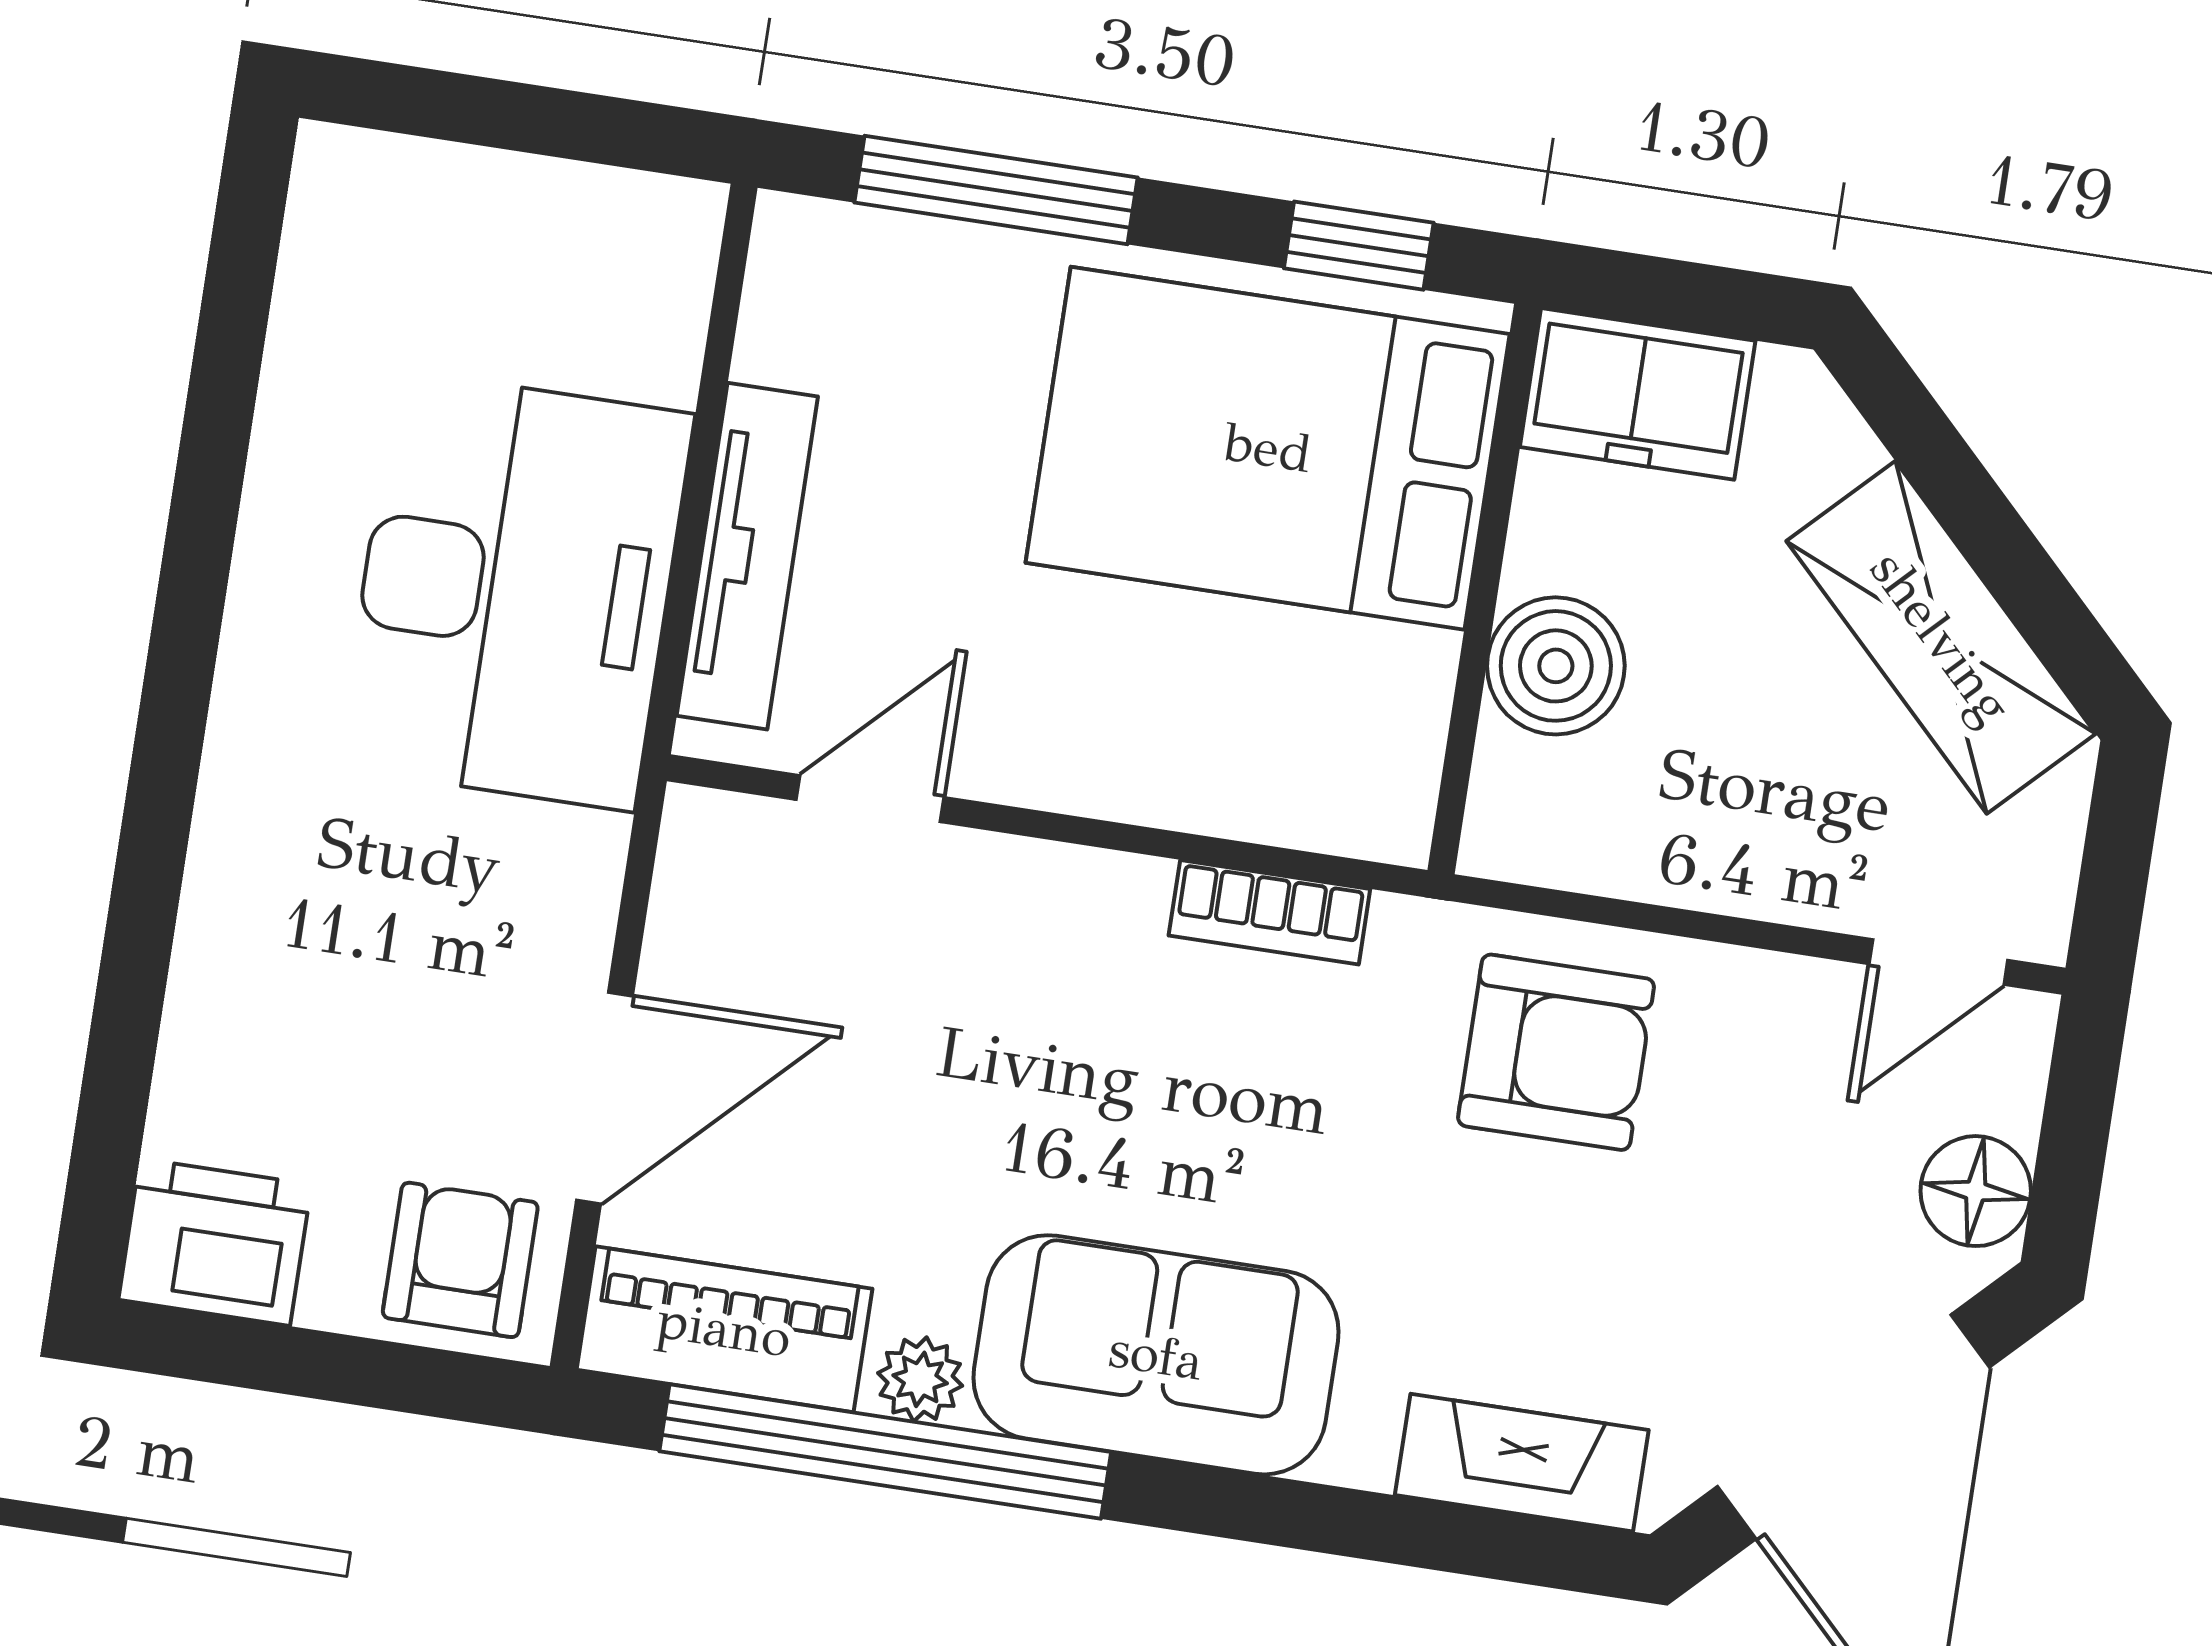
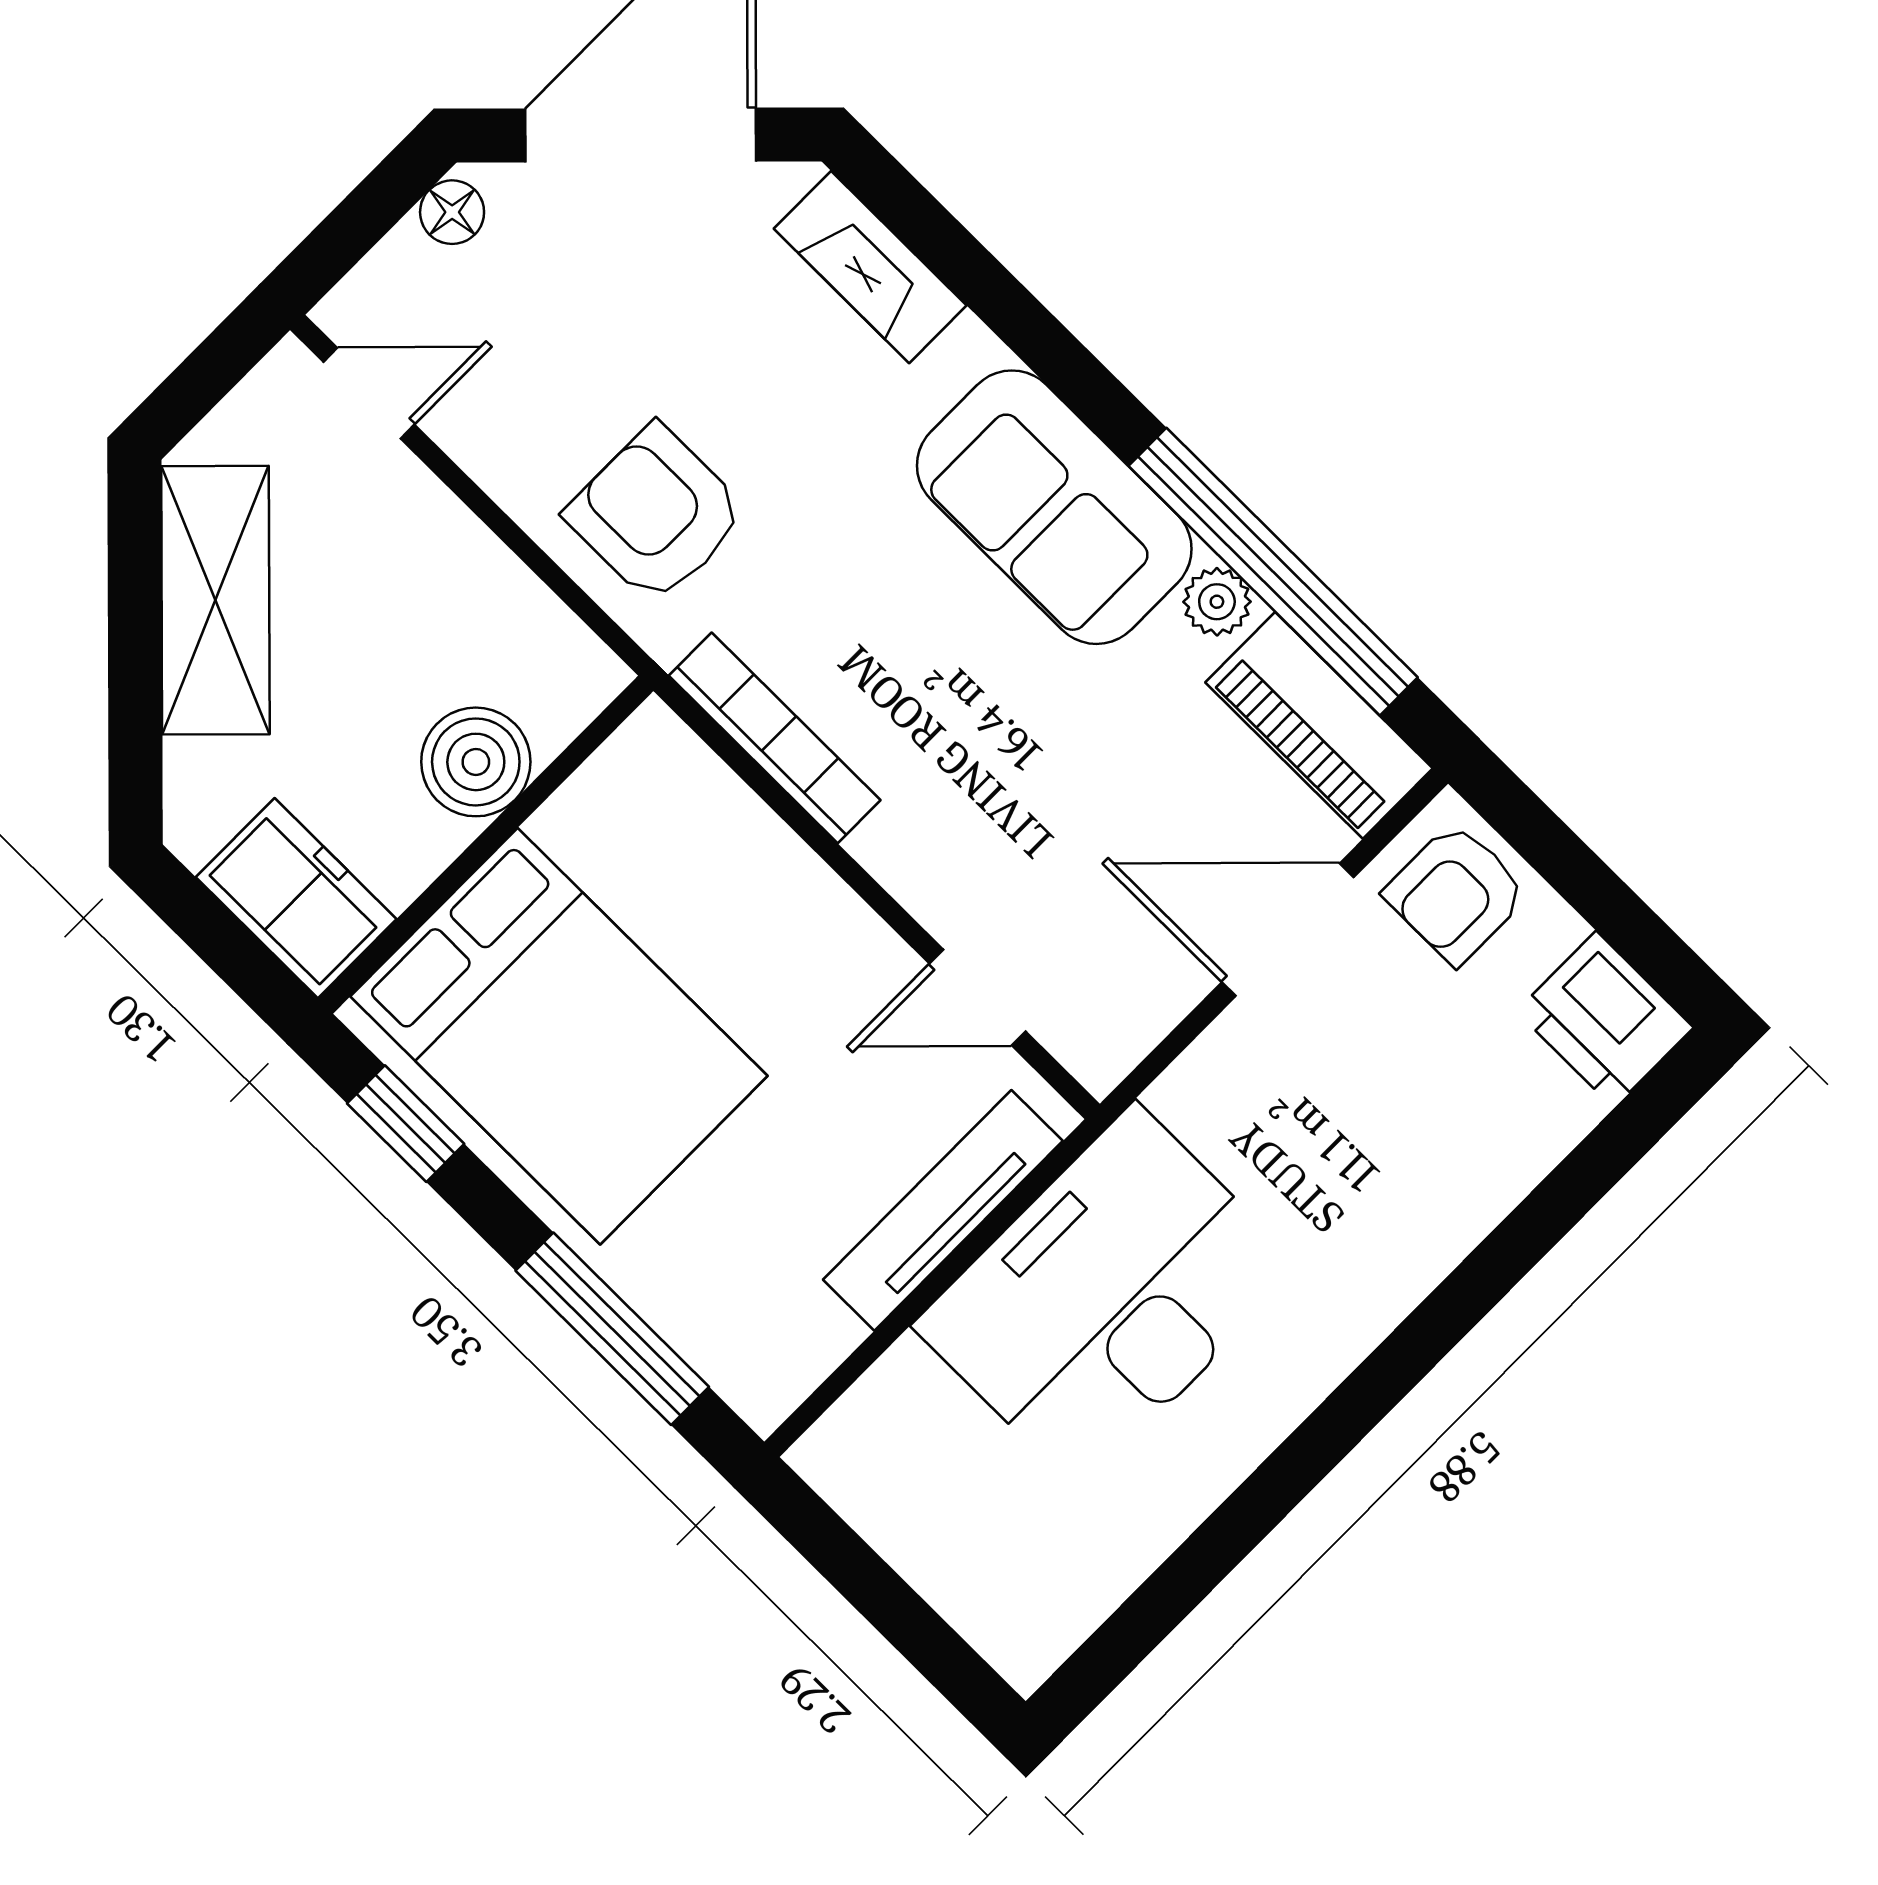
bookcase: (1269, 912) -> (775, 738), width x1.56
floor lamp: (1976, 1191) -> (452, 212), width x0.73, depth x0.73

